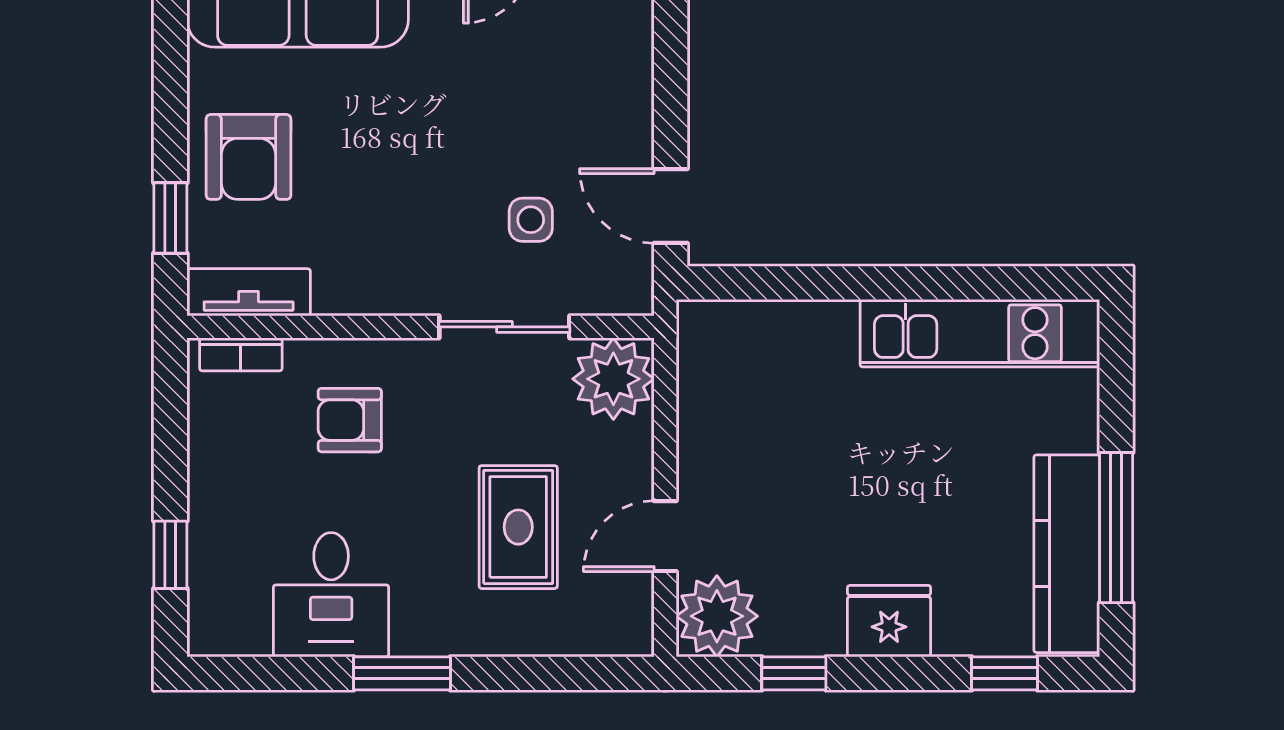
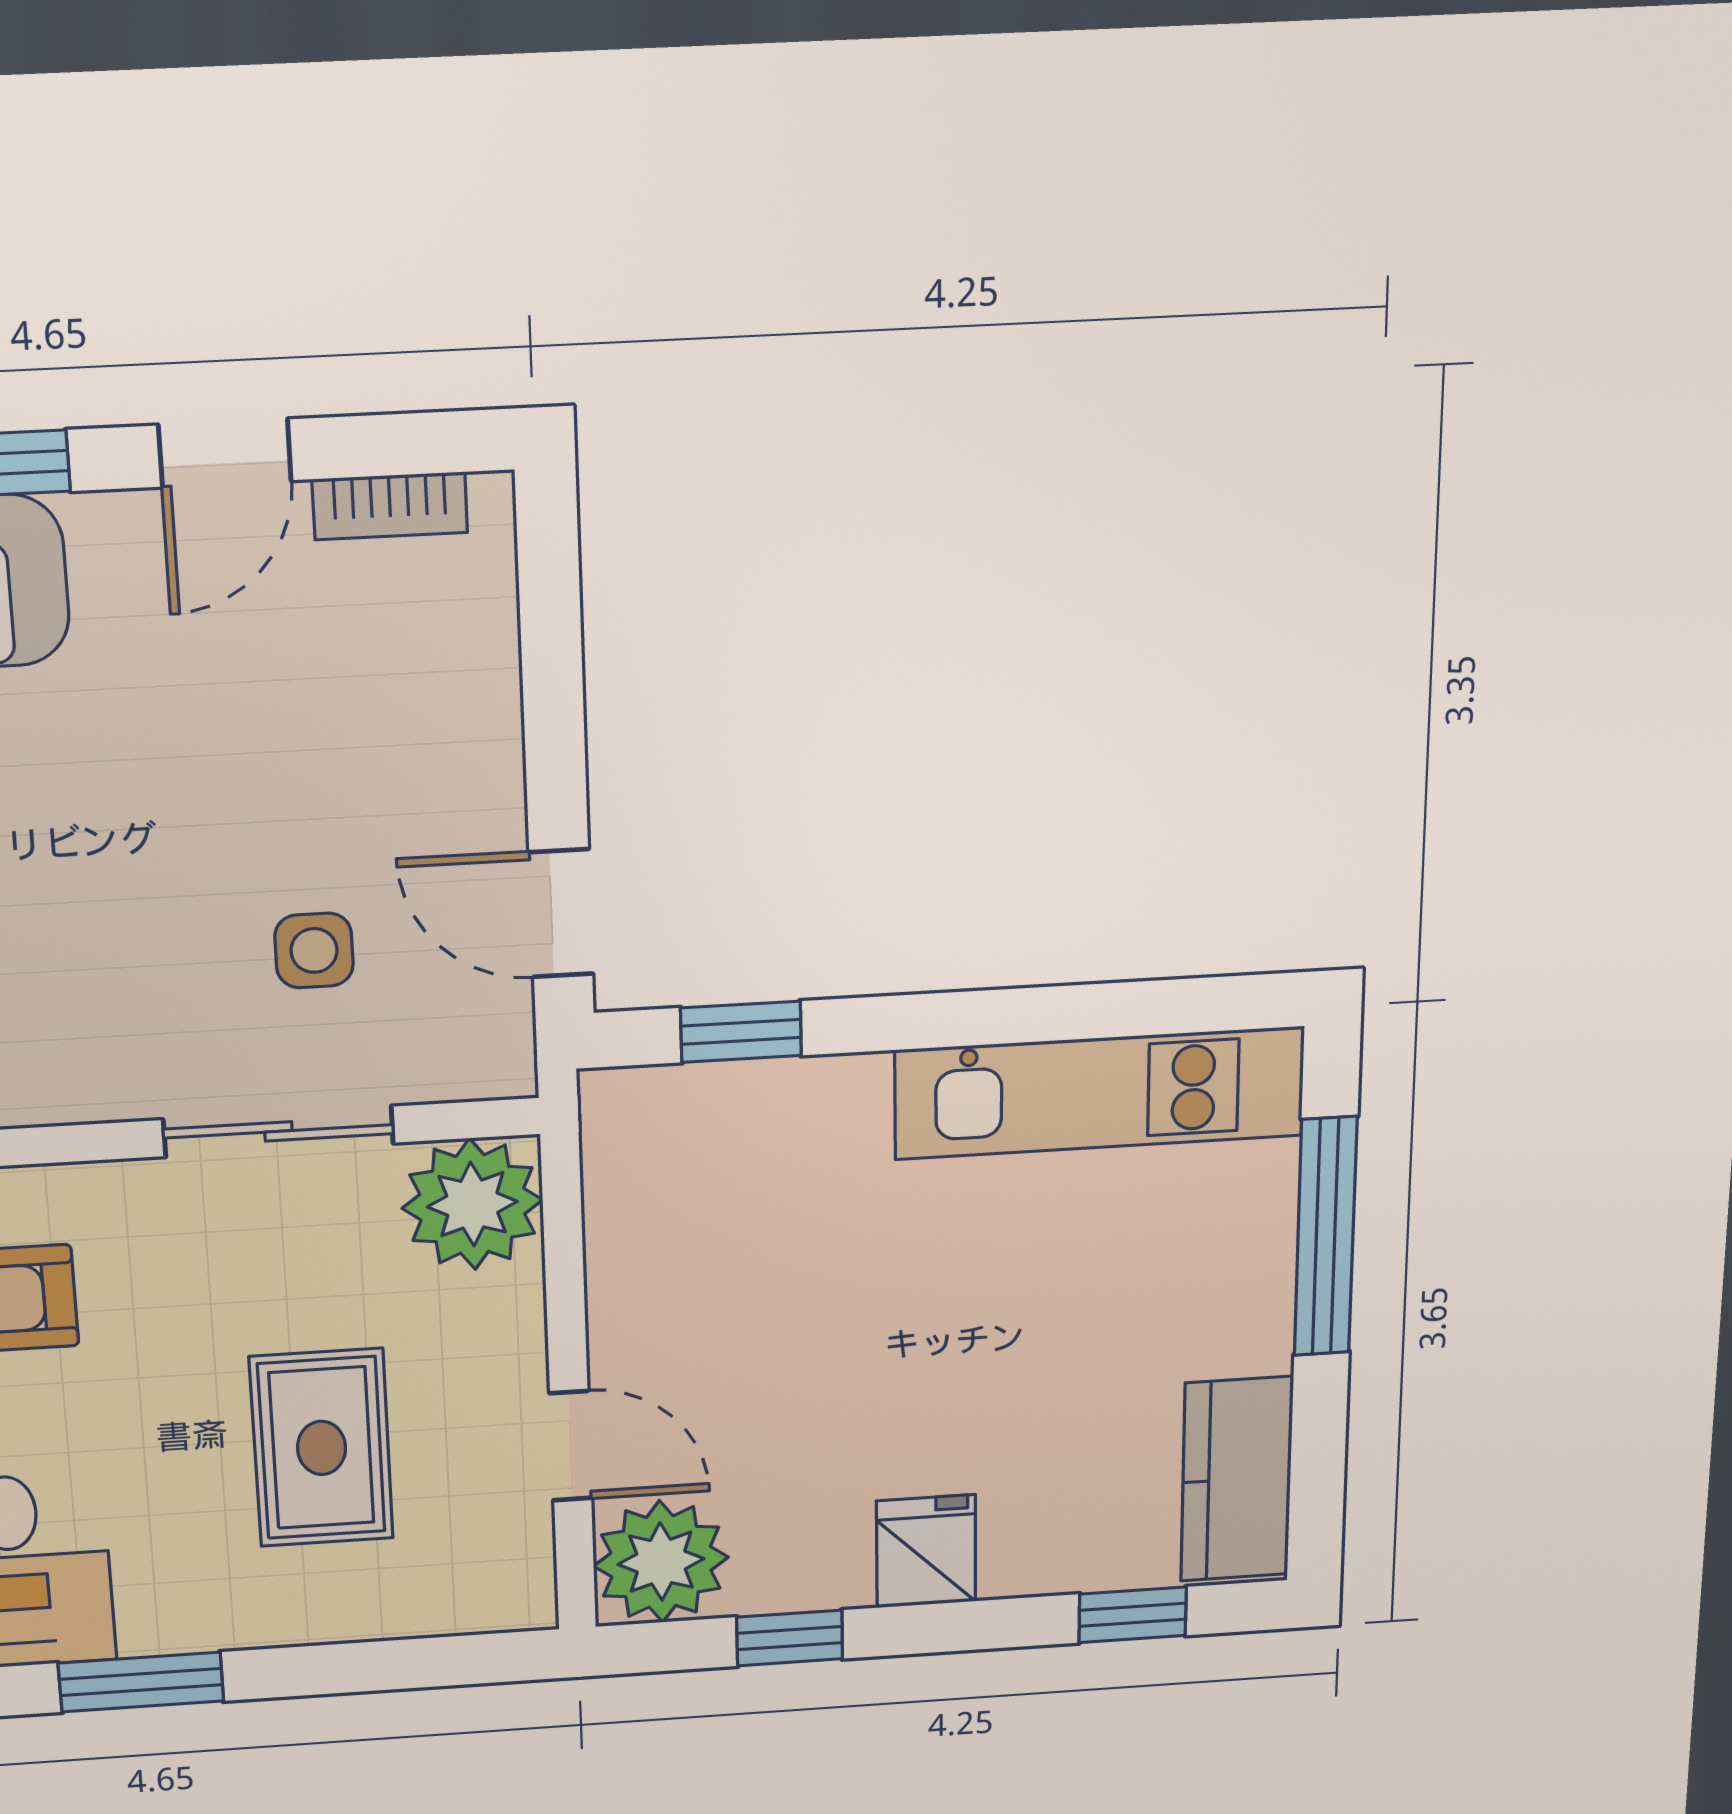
window: (771, 283) -> (741, 1032), added
window: (1116, 528) -> (1325, 1237), moved
door: (665, 536) -> (571, 1446), swing flipped
kitchen counter: (1067, 554) -> (1237, 1479), width x0.67
fridge: (889, 621) -> (926, 1551), width x0.72

